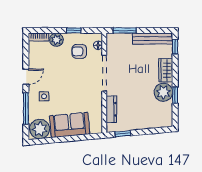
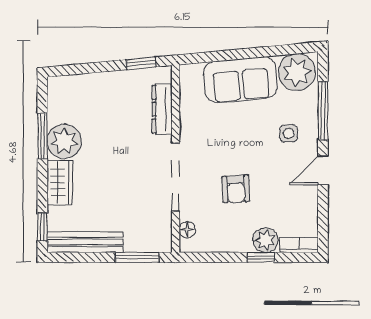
window: (74, 30) -> (261, 257), moved
armchair: (79, 51) -> (236, 189), moved, turned 87
window: (175, 95) -> (42, 136), width x1.50

